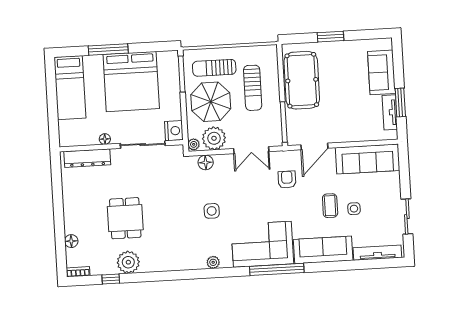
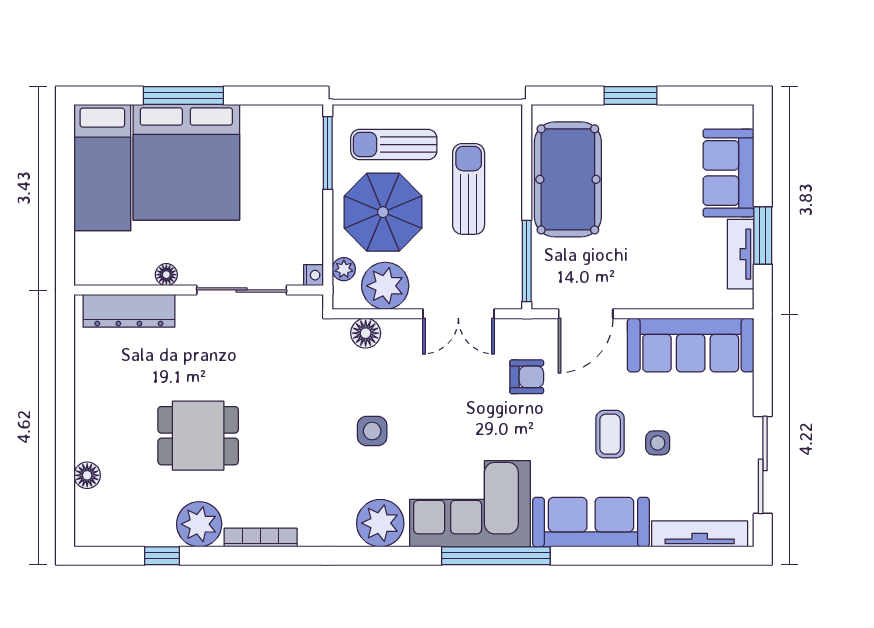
bed: (131, 81) -> (186, 162), moved
sun lounger: (253, 88) -> (469, 189), turned 180
nightstand: (174, 131) -> (314, 275), width x0.53, depth x0.56
plant: (194, 144) -> (344, 269), moved
armchair: (287, 180) -> (527, 377), turned 90
sliding door: (407, 217) -> (763, 465), width x1.37
dining table: (125, 218) -> (198, 436), turned 90
plant: (213, 262) -> (380, 523), width x1.87, depth x1.87
bookcase: (78, 272) -> (261, 537), moved, width x1.56

